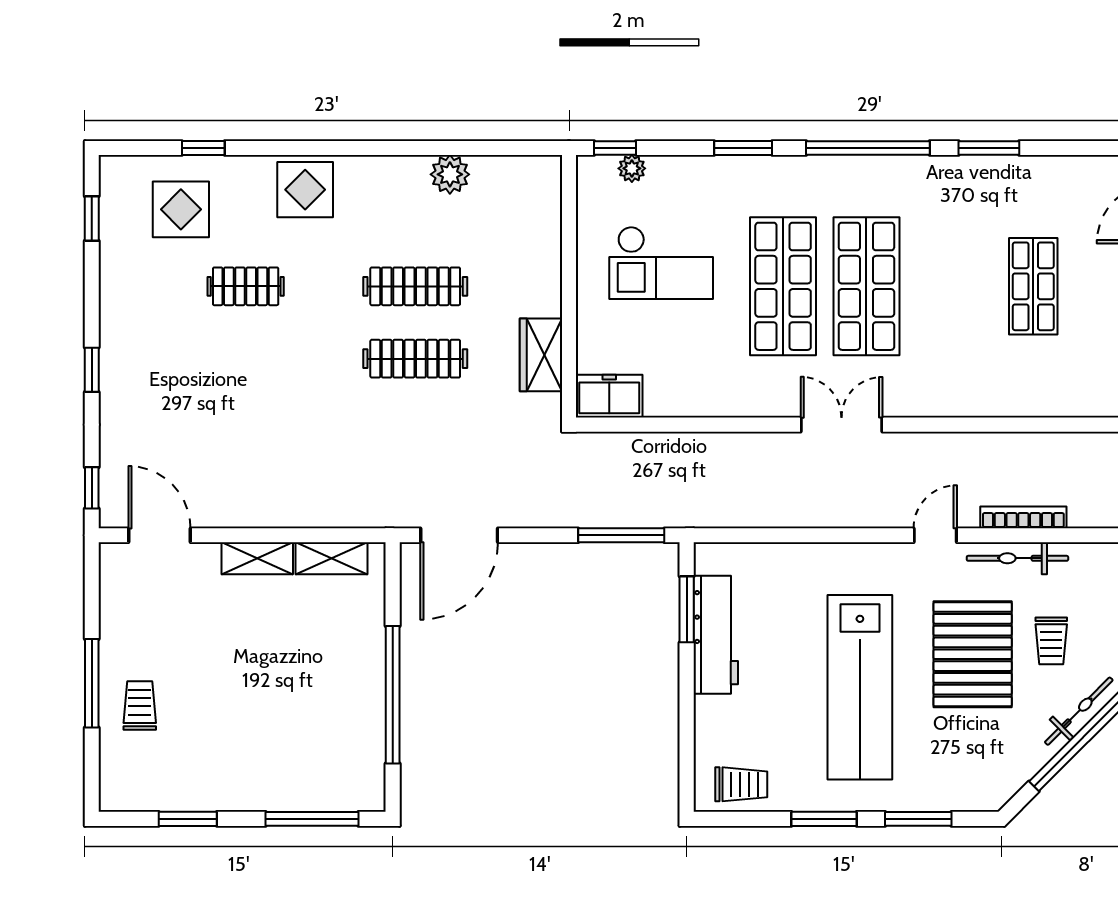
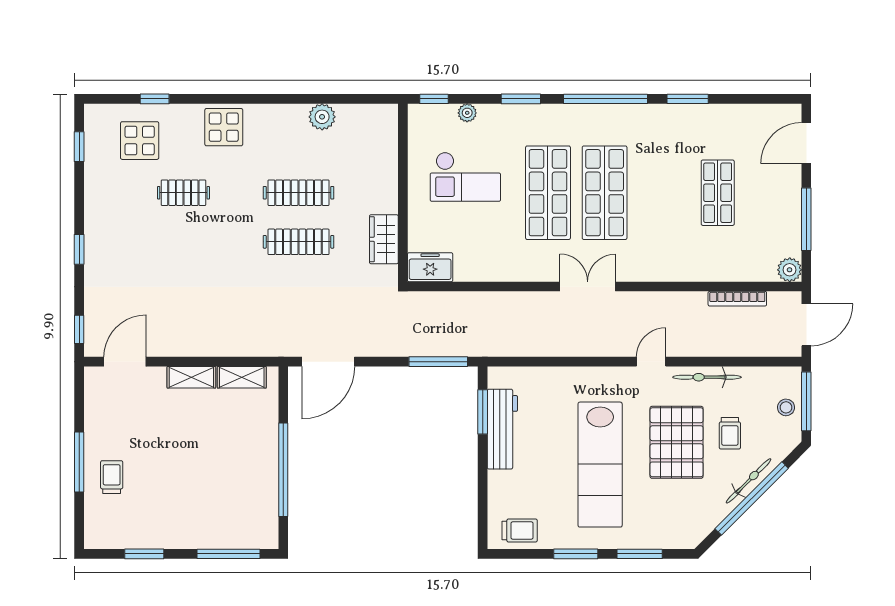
plant: (632, 168) -> (467, 113), moved
bookcase: (1023, 517) -> (737, 299), moved, turned 180
door: (159, 535) -> (125, 362), hinge flipped

